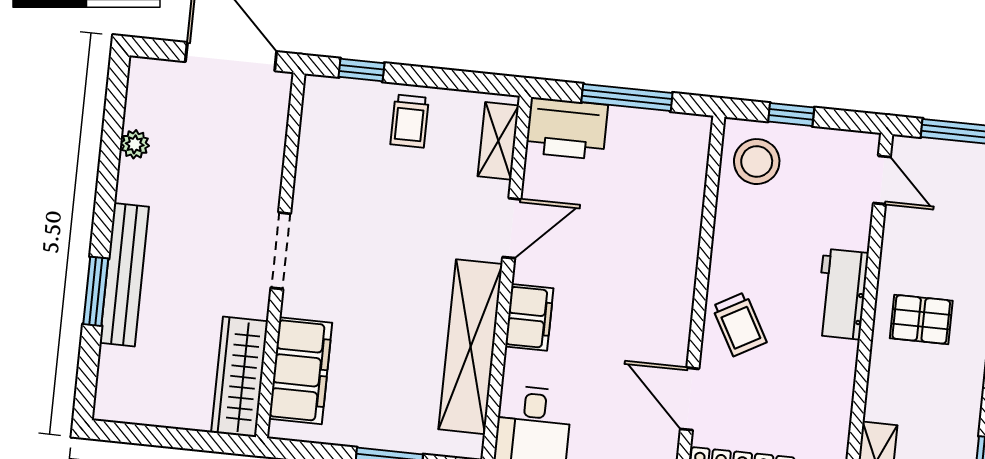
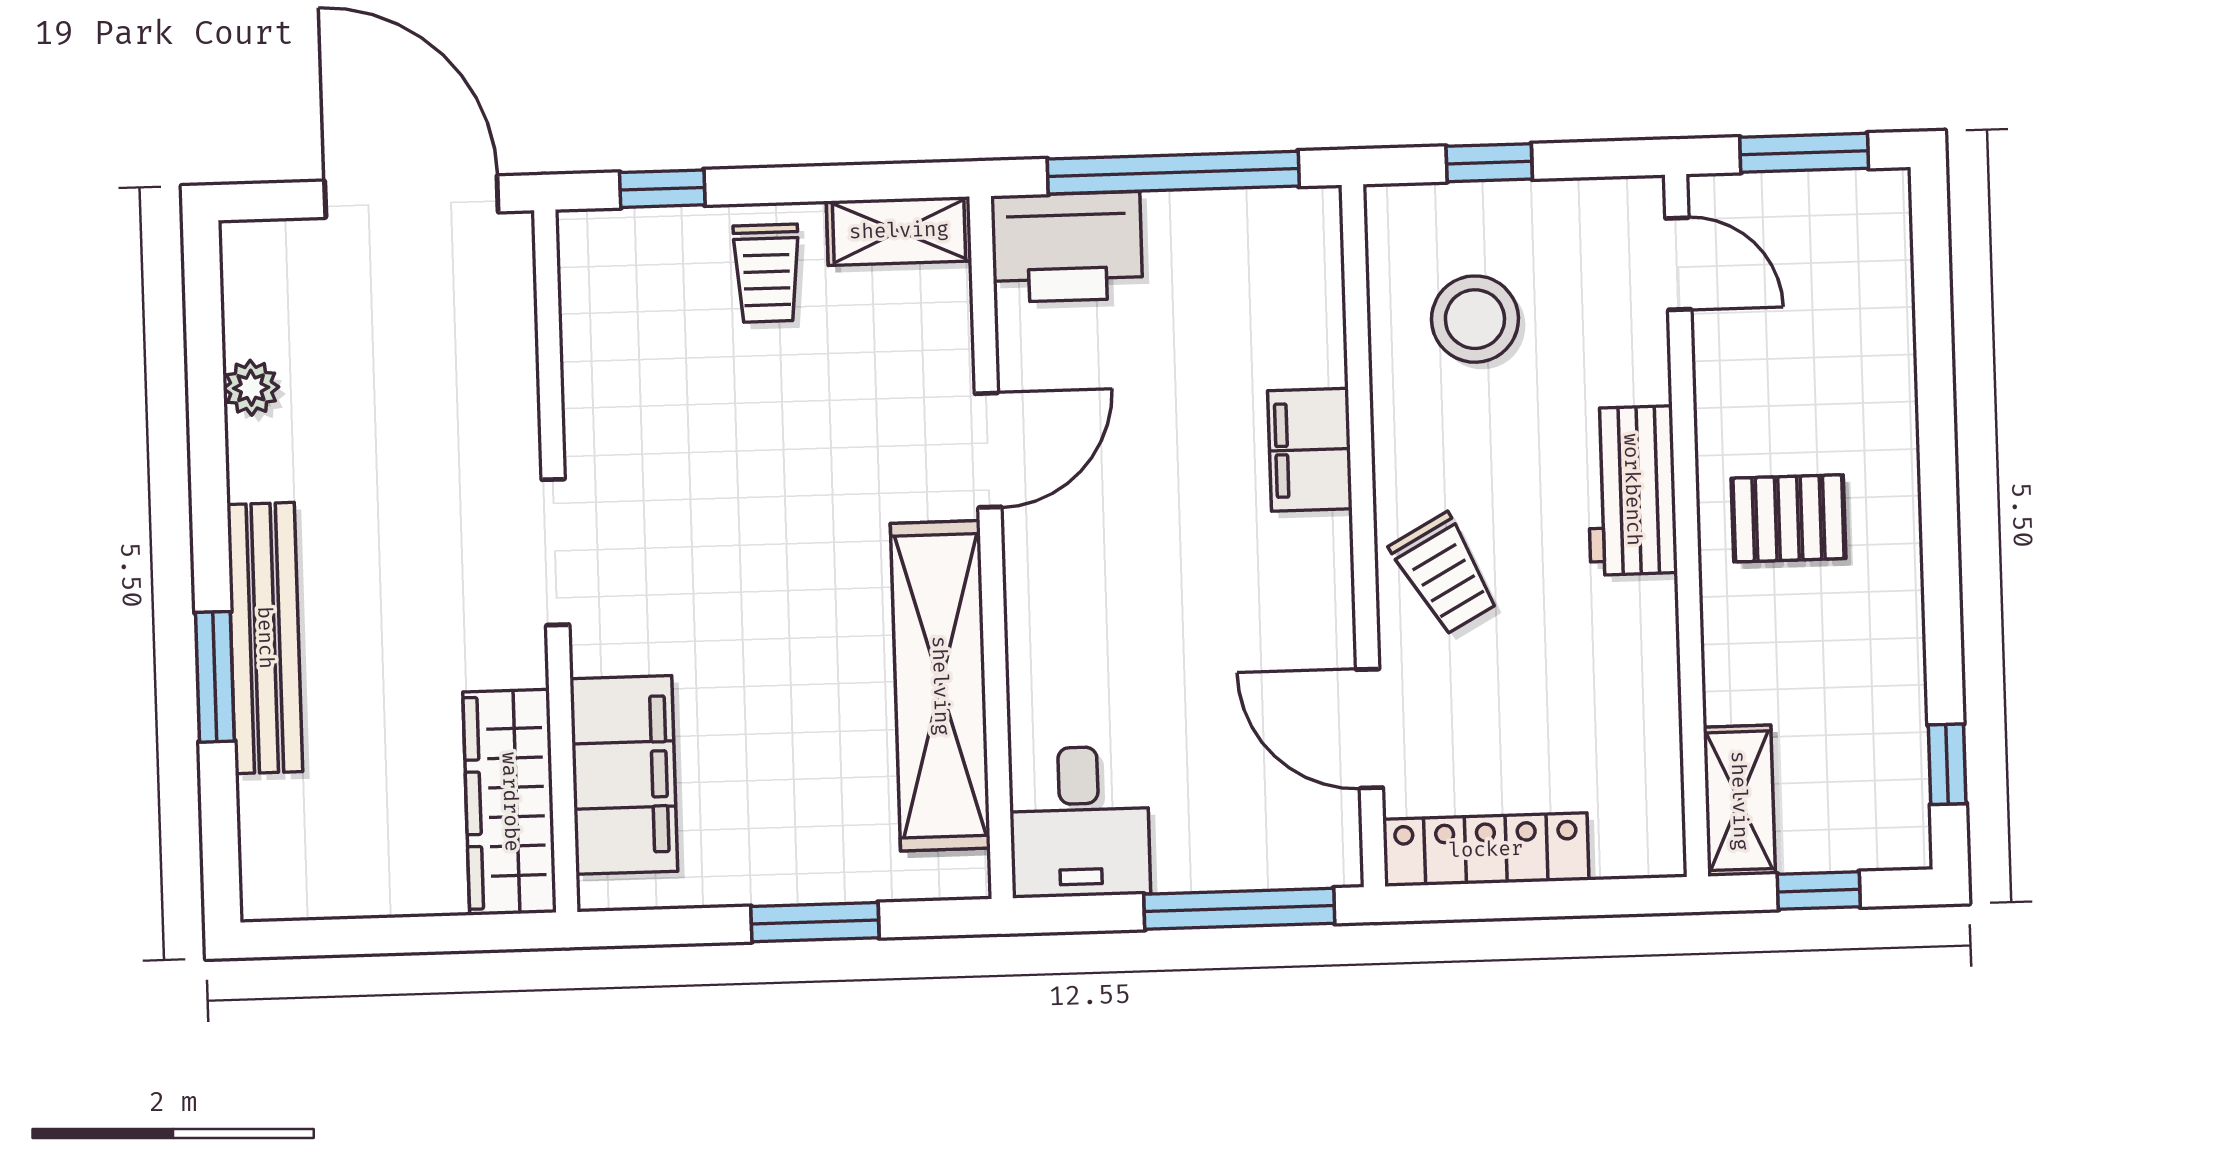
window: (627, 97) -> (1173, 173), width x1.46
shelving: (498, 141) -> (899, 231), moved, turned 90
stool: (757, 162) -> (1475, 319), moved
filing cabinet: (529, 317) -> (1310, 450), moved, turned 180

